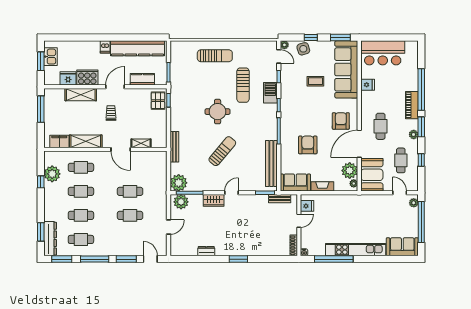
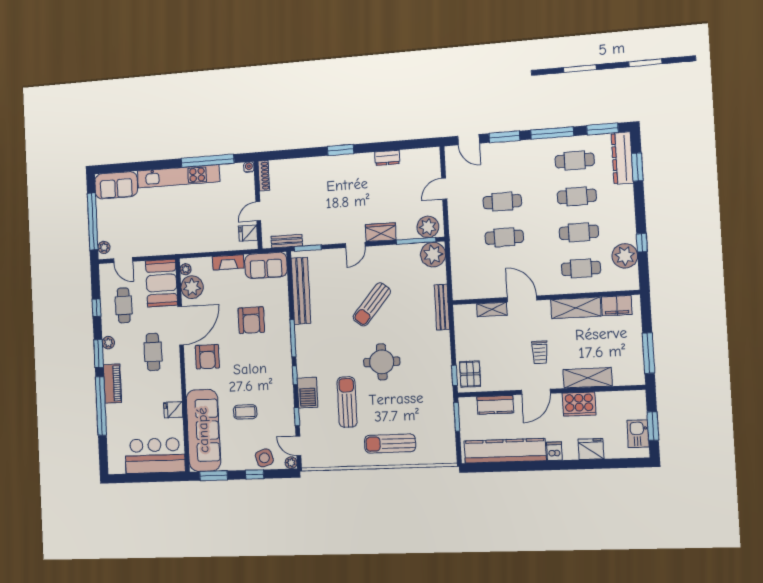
fridge: (68, 78) -> (591, 449), moved, turned 180

